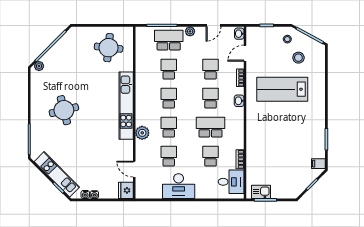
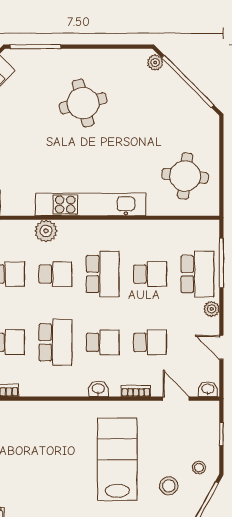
school desk: (169, 98) -> (103, 274), width x1.85

